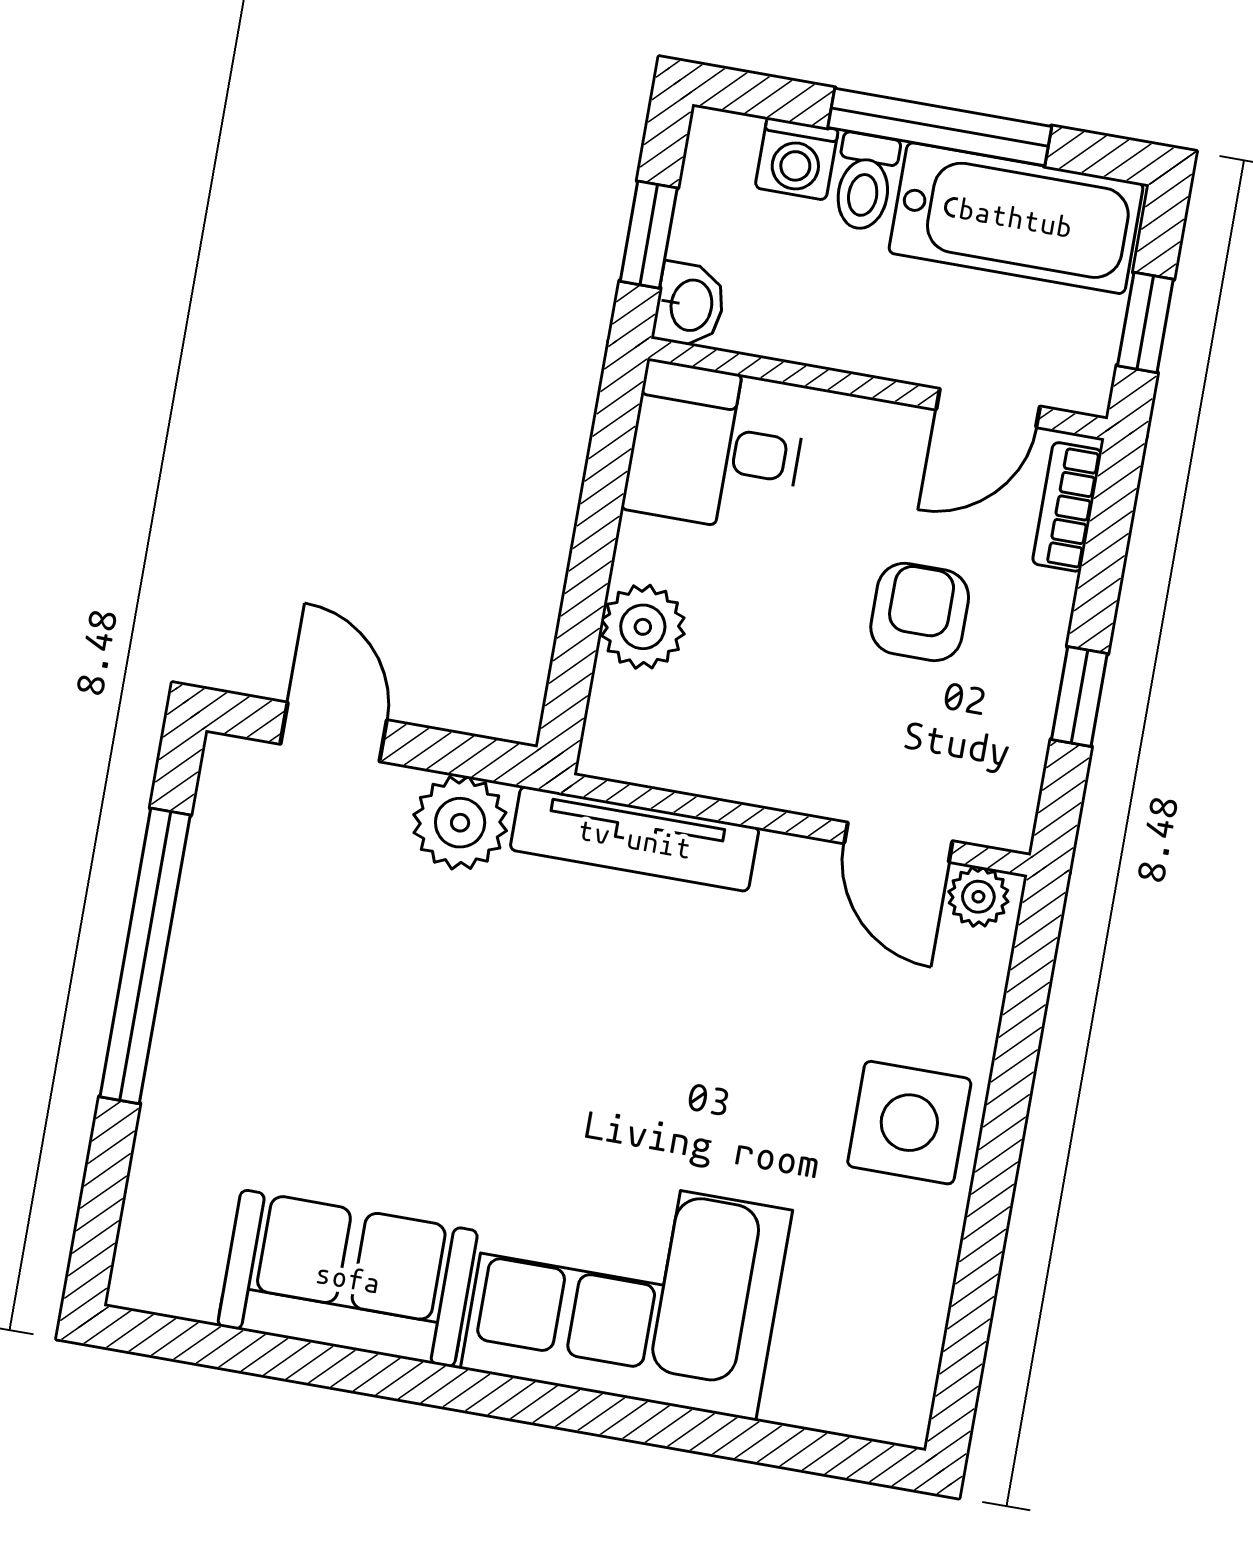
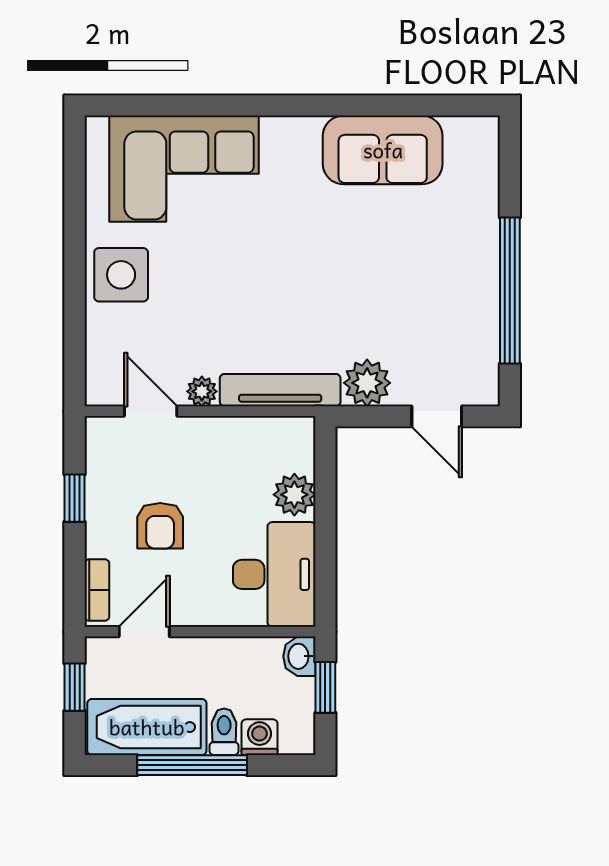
desk: (716, 448) -> (274, 574), width x1.37
plant: (978, 897) -> (202, 391), moved
corner sofa: (627, 1290) -> (184, 169), moved

